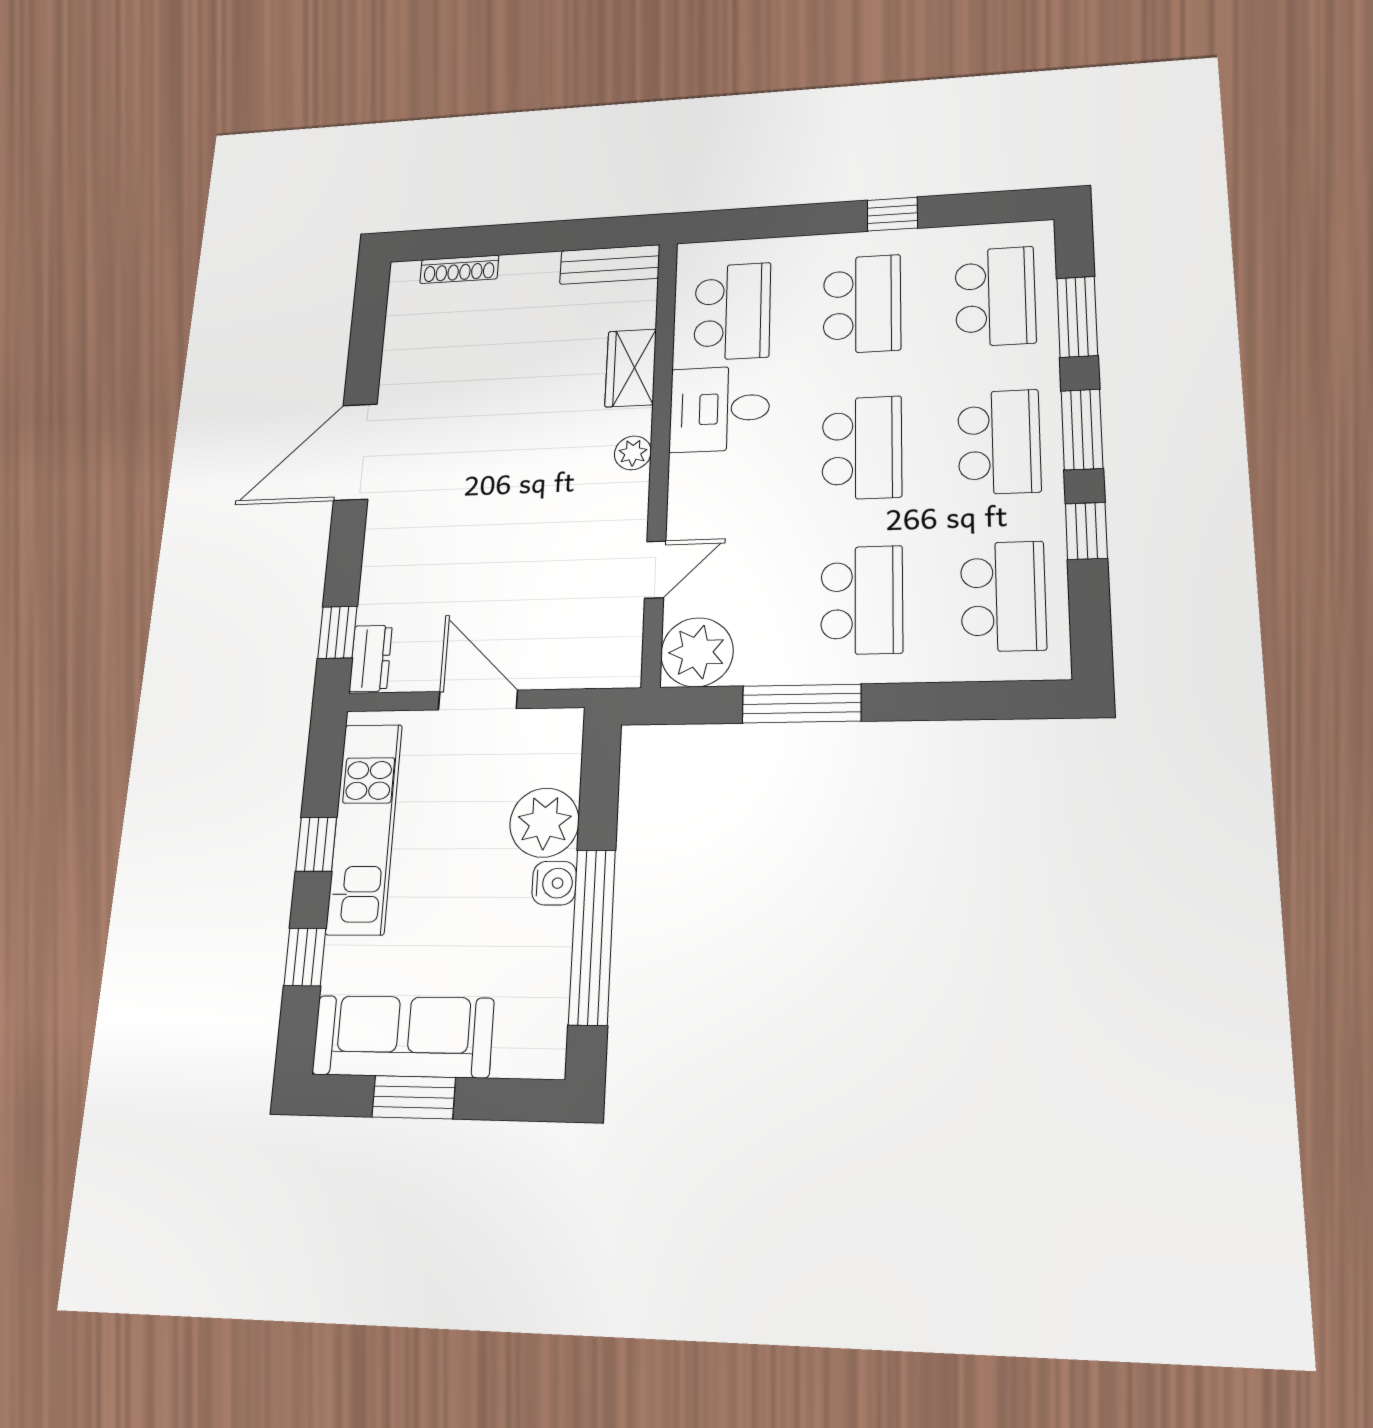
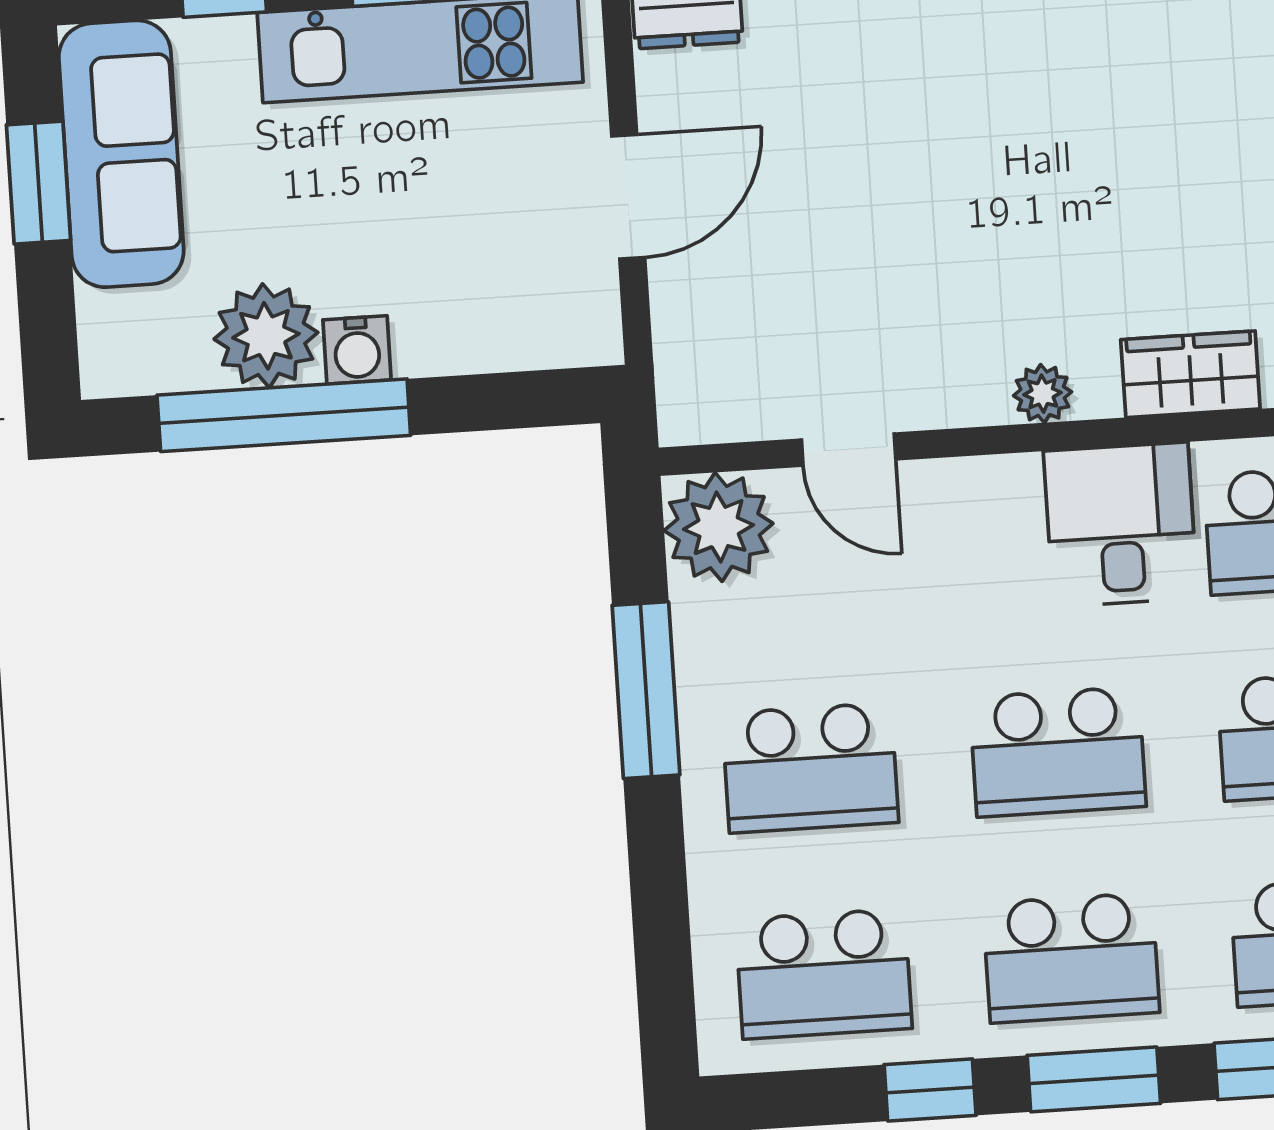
plant: (544, 823) -> (266, 336), moved

